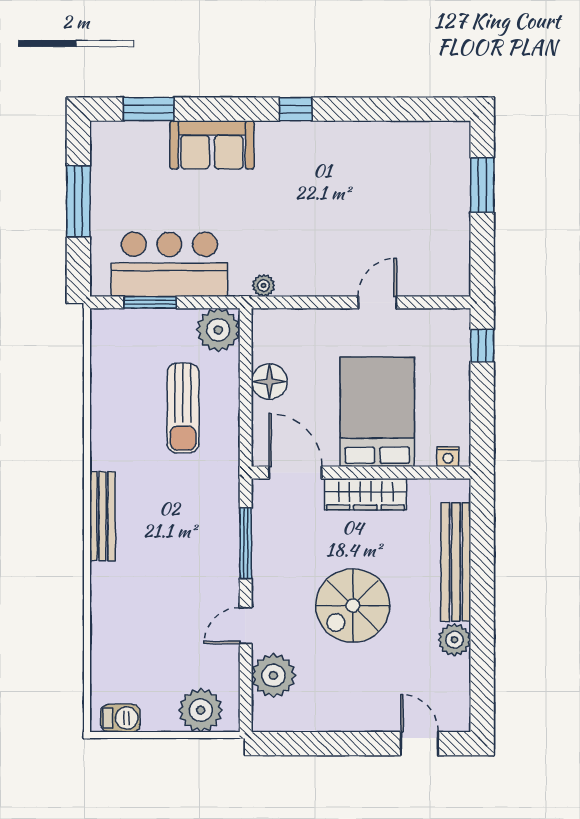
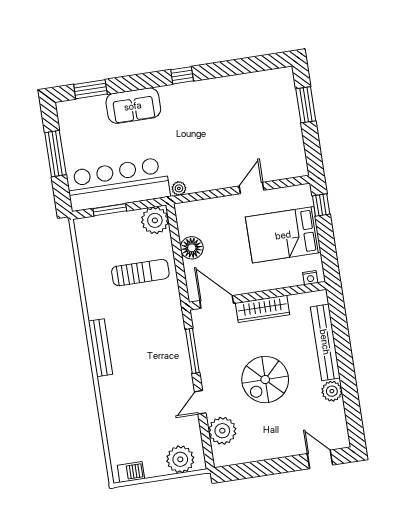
bar counter: (169, 264) -> (118, 184), width x1.36
sun lounger: (183, 408) -> (140, 273), turned -90
bed: (377, 412) -> (283, 235), moved, turned -90

